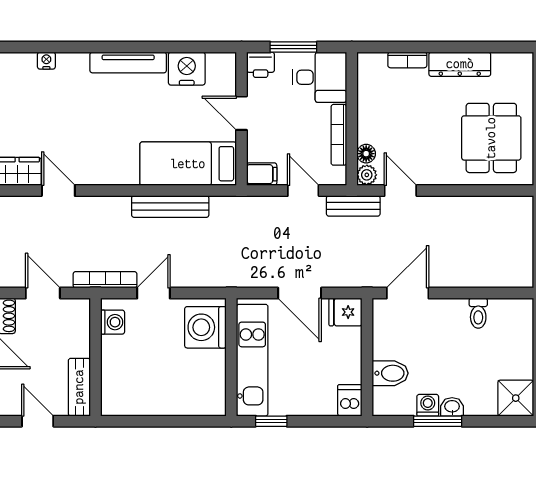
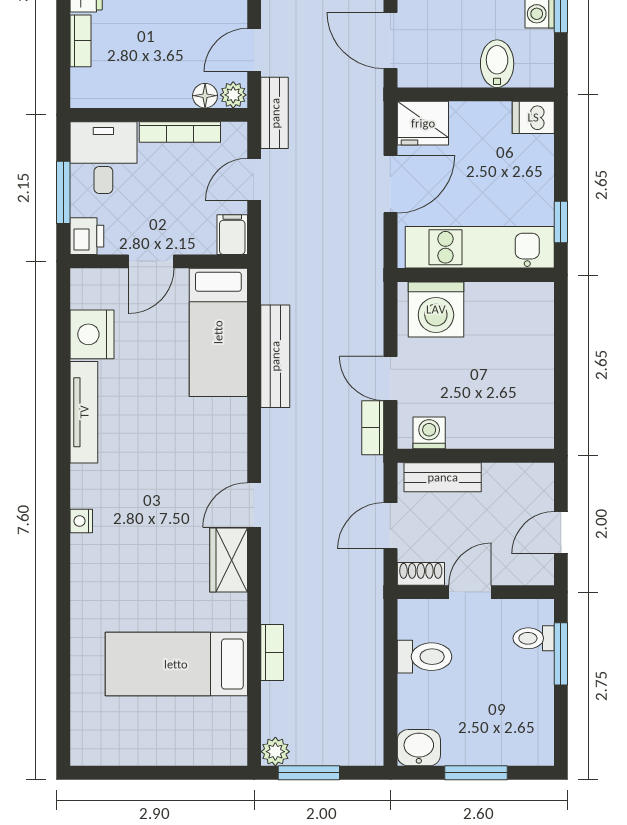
bookcase: (105, 280) -> (373, 428), width x0.64
fridge: (345, 312) -> (423, 123), width x1.38
bench: (79, 387) -> (443, 477), moved

